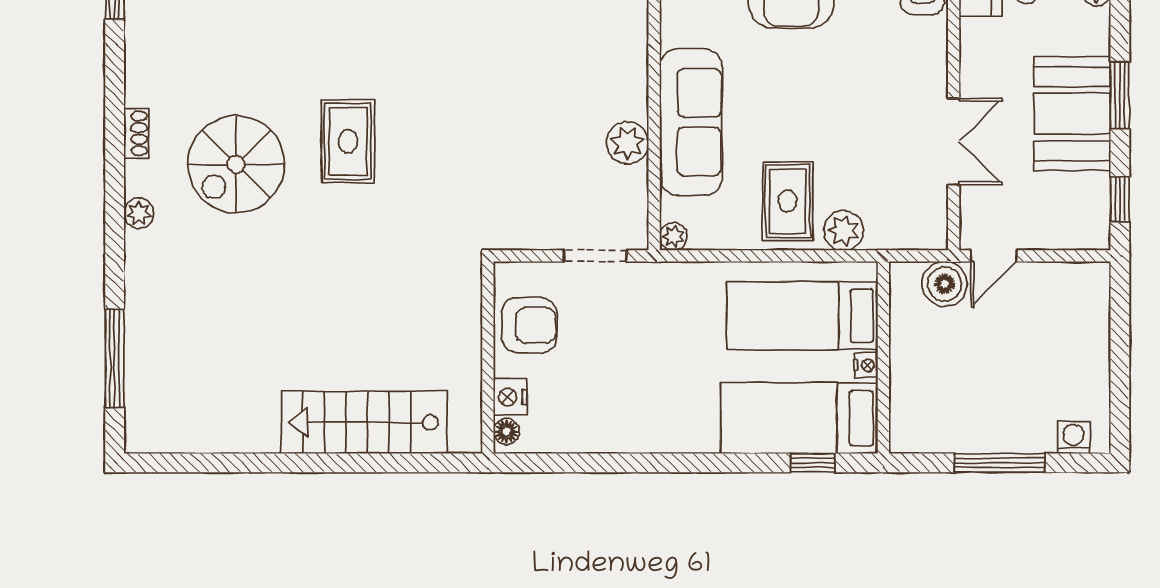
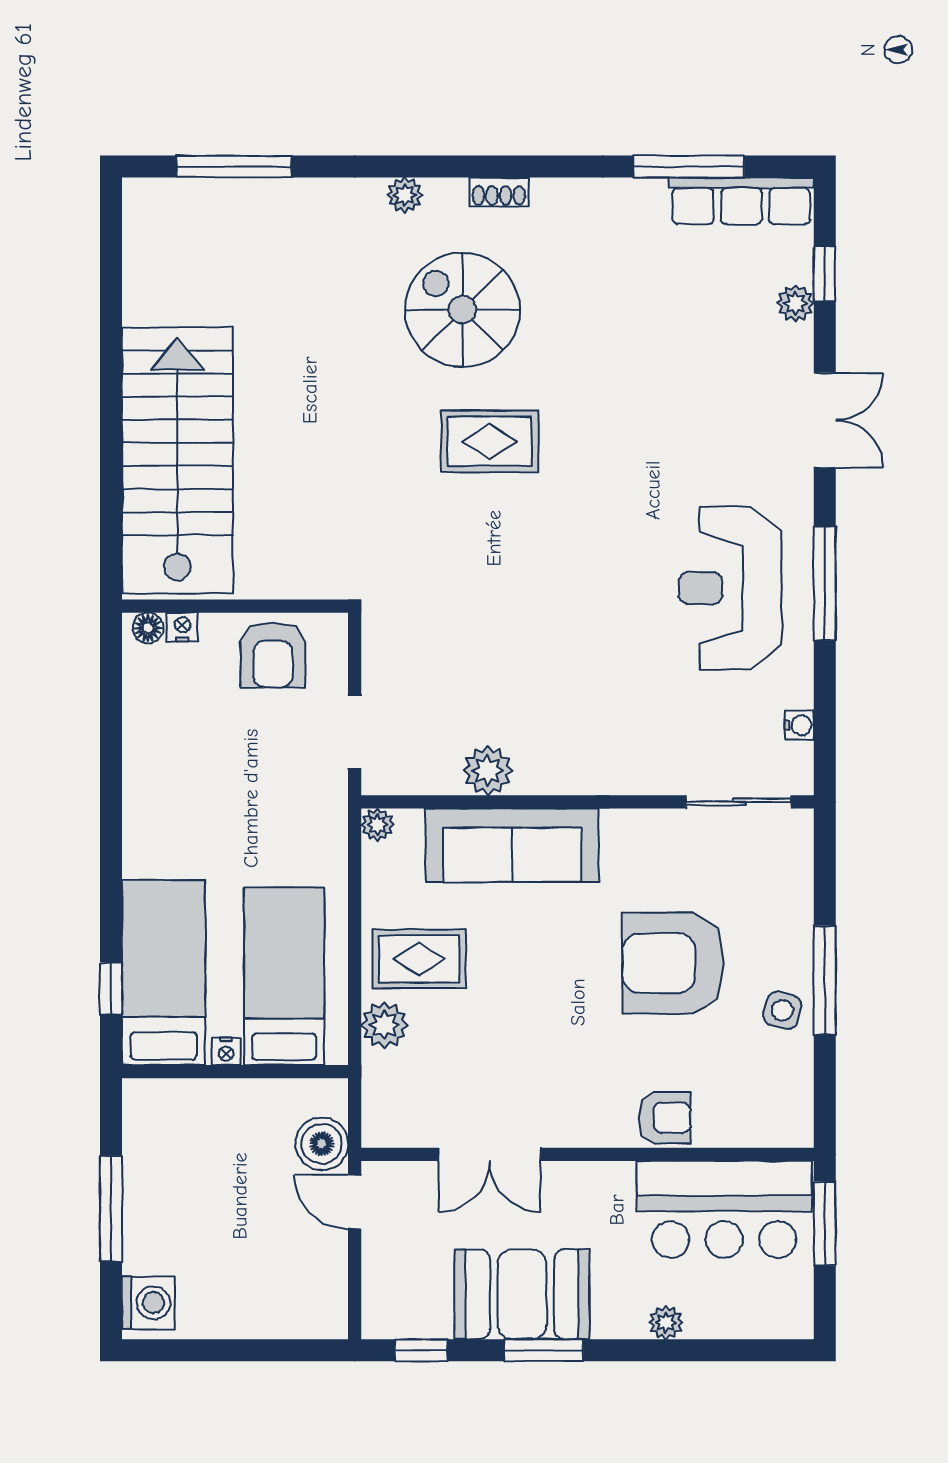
nightstand: (510, 397) -> (182, 627), width x0.72, depth x0.74
stairs: (364, 422) -> (177, 460), width x1.36, depth x1.51
washing machine: (1073, 437) -> (148, 1303), width x1.38, depth x1.38

